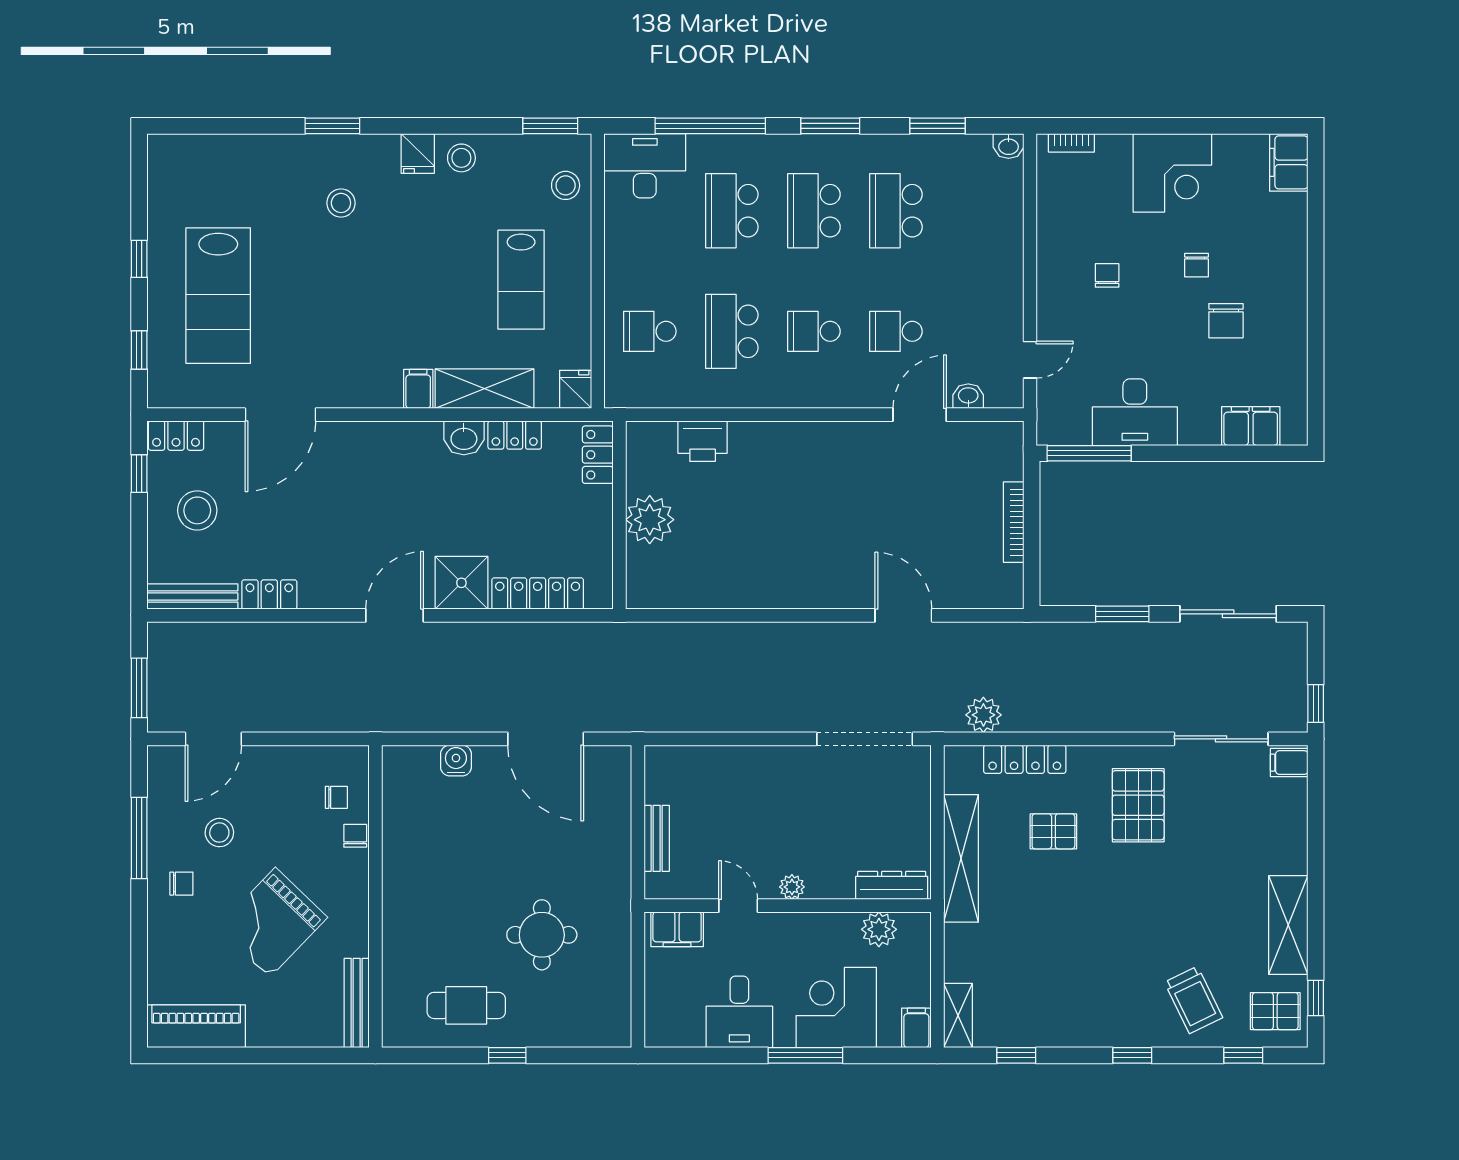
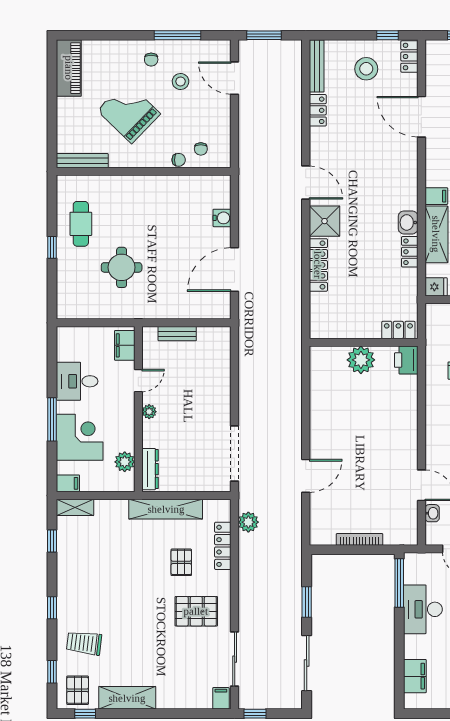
locker: (598, 455) -> (398, 330), moved
wall: (619, 515) -> (364, 342), moved
plant: (650, 520) -> (361, 360), moved
trolley: (1193, 1000) -> (84, 643), turned 33

